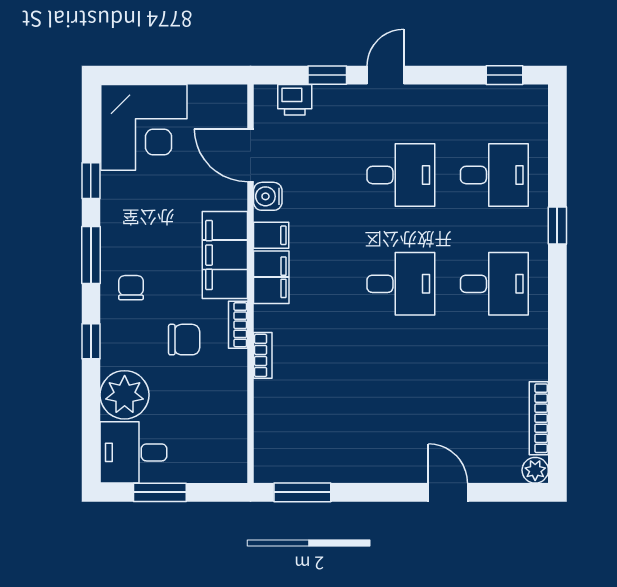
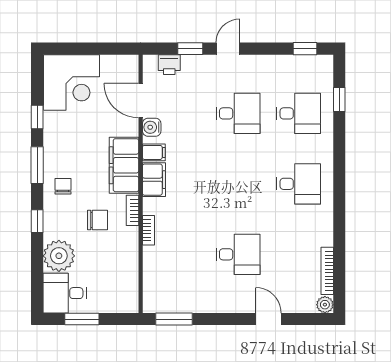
window: (557, 225) -> (339, 99), moved
desk: (401, 284) -> (238, 254), moved

